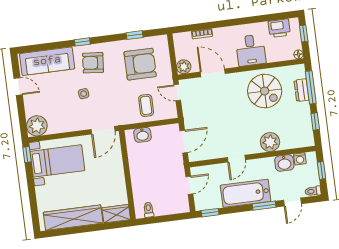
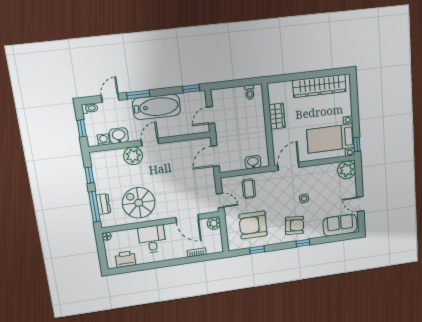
window: (304, 34) -> (102, 255), removed
sofa: (47, 61) -> (340, 225), width x0.73
door: (236, 159) -> (150, 142), moved
wardrobe: (116, 214) -> (277, 116), moved, turned -90

